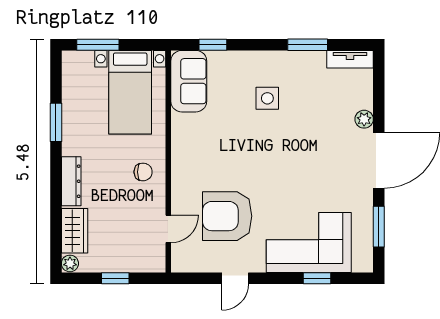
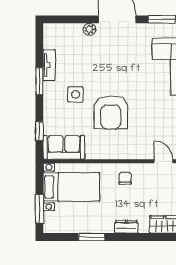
window: (308, 45) -> (39, 81), moved
tv unit: (350, 59) -> (49, 65), moved
dresser: (71, 181) -> (126, 227), width x0.70
armchair: (227, 216) -> (111, 112), moved

